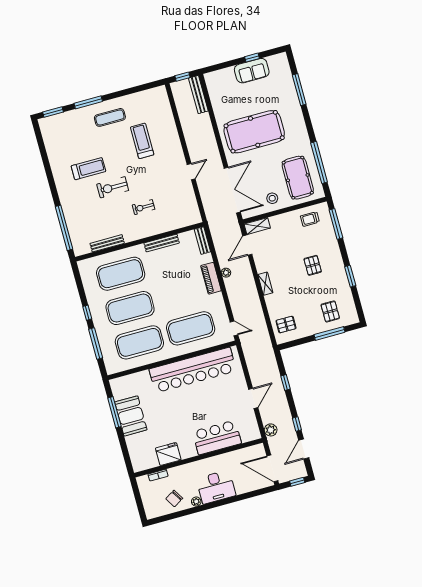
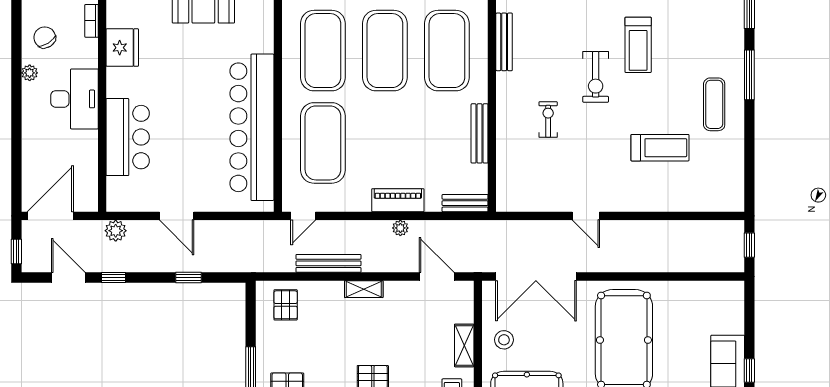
bench: (198, 95) -> (328, 263), moved
exercise bike: (113, 187) -> (596, 77), turned 180
shelving: (257, 226) -> (464, 345), moved
desk: (216, 487) -> (74, 99), moved, turned 180

